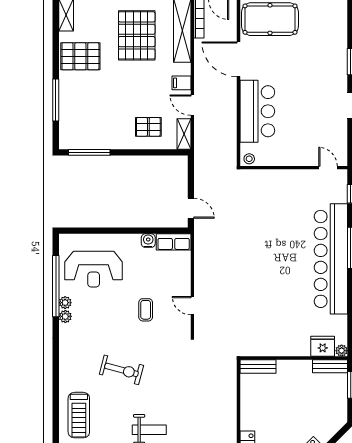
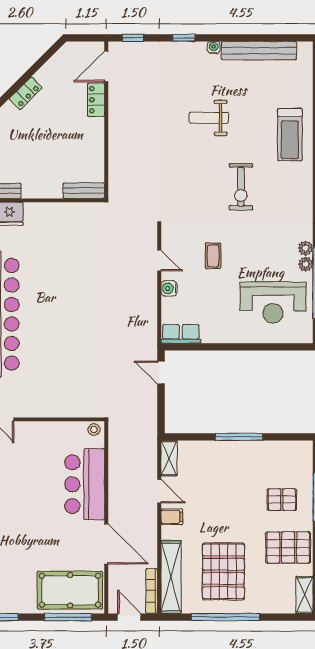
pallet: (148, 127) -> (282, 500), moved
window: (89, 152) -> (239, 437), moved
water cooler: (148, 241) -> (169, 288), moved, turned 90
reception desk: (94, 269) -> (273, 303), turned 180
exercise bike: (121, 370) -> (241, 187), turned -105
treadmill: (79, 415) -> (290, 135), turned 180

